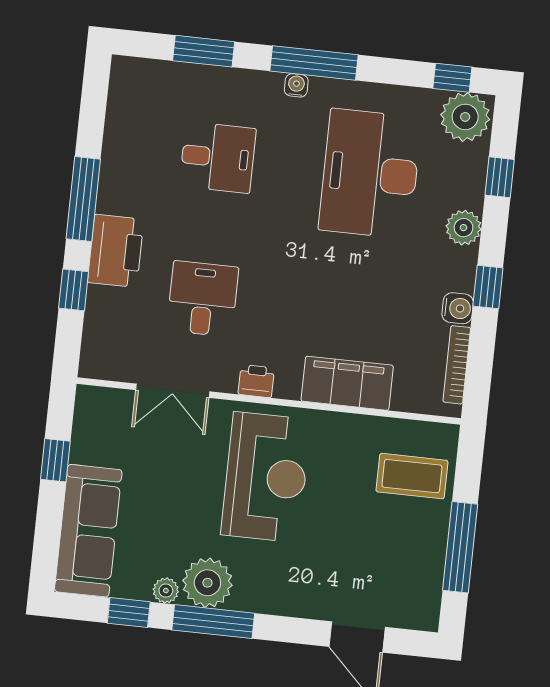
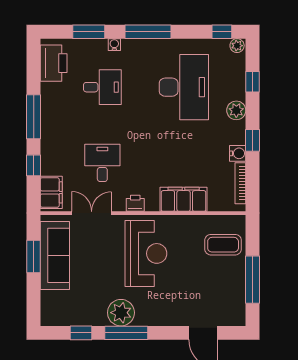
water cooler: (296, 85) -> (114, 45), moved
plant: (465, 117) -> (237, 46), width x0.53, depth x0.53
desk: (370, 174) -> (184, 87), turned 180
printer: (116, 251) -> (54, 63), moved
filing cabinet: (101, 344) -> (51, 192), added
double door: (173, 391) -> (92, 213), swing flipped
window: (55, 460) -> (34, 256), width x1.50
sofa: (88, 531) -> (55, 255), moved
plant: (166, 591) -> (99, 319), removed

